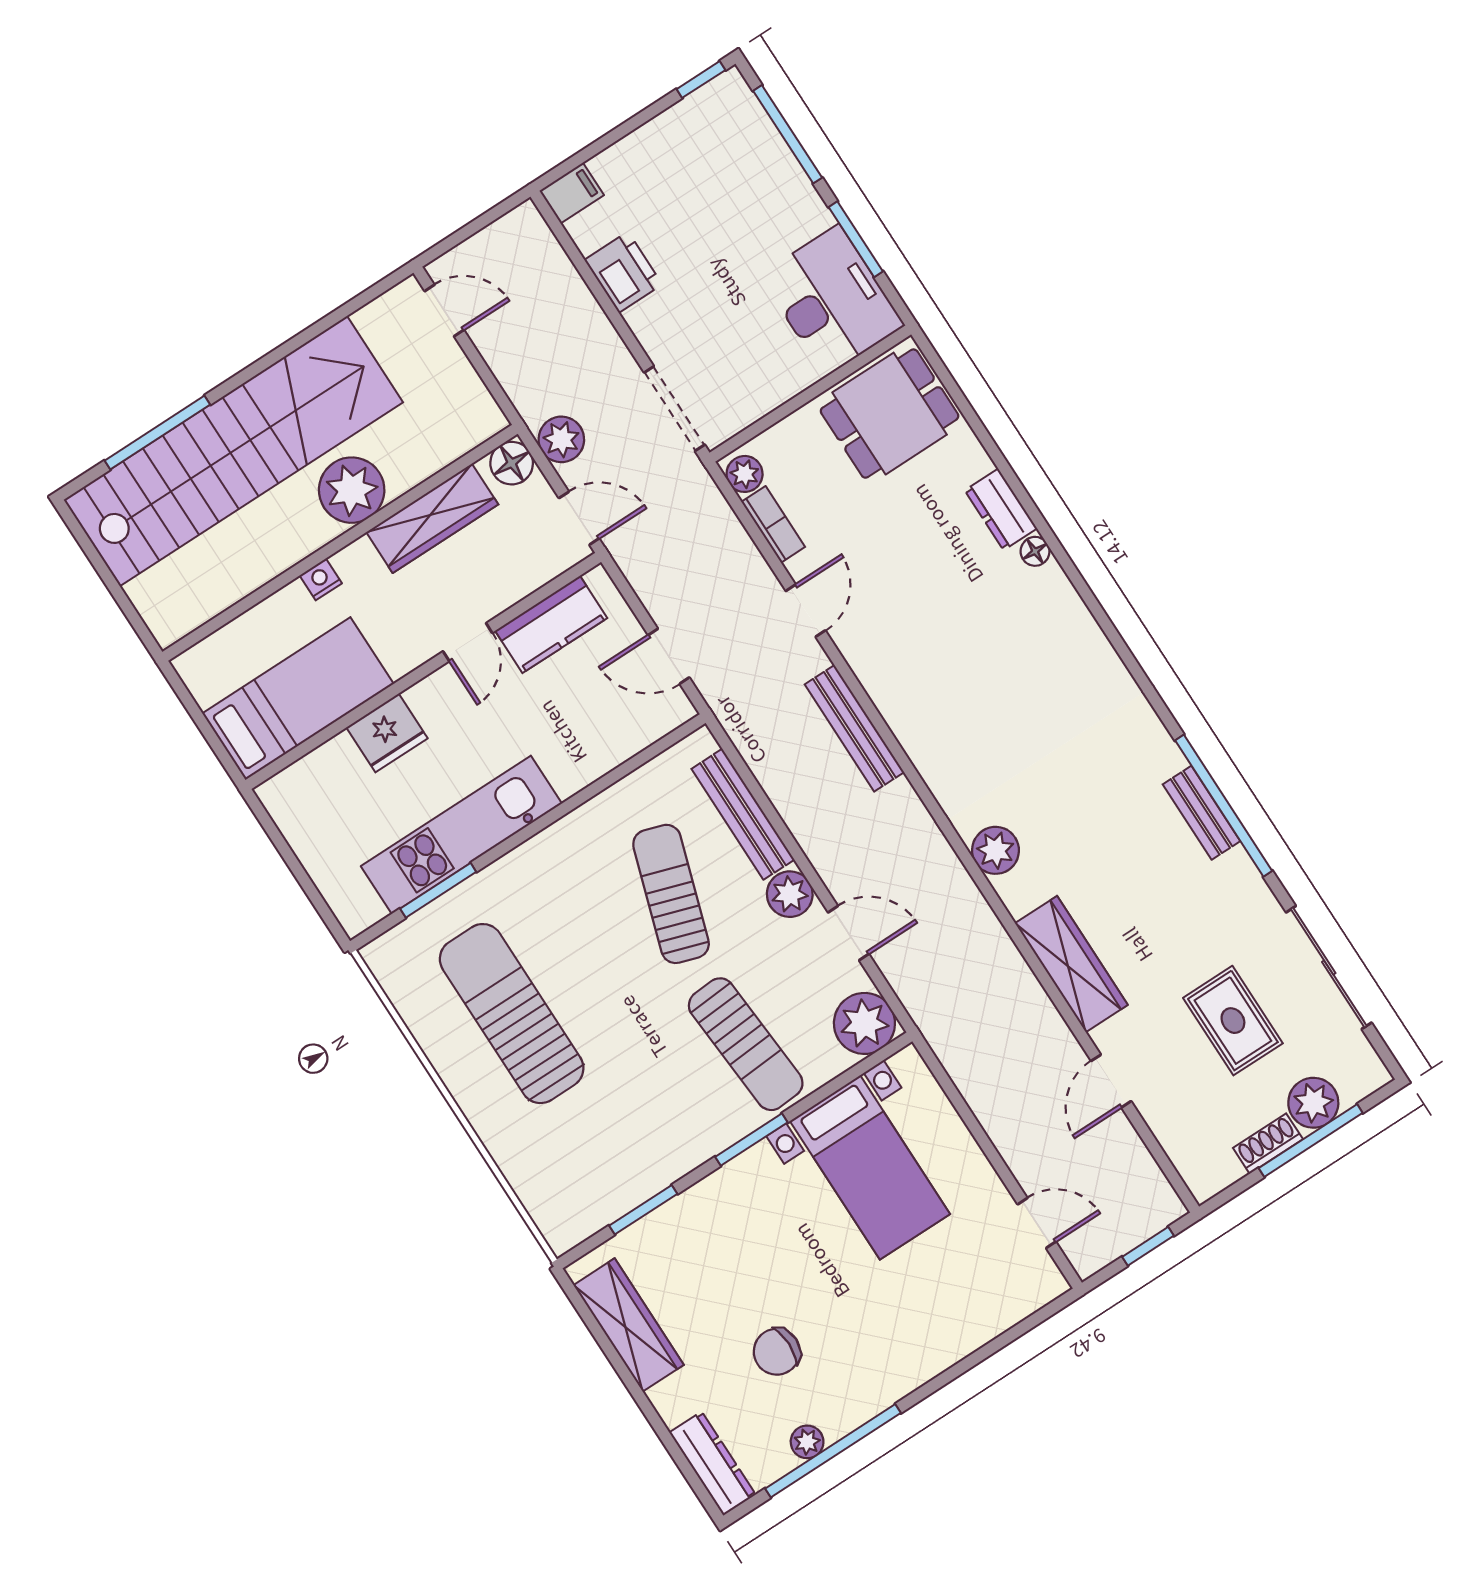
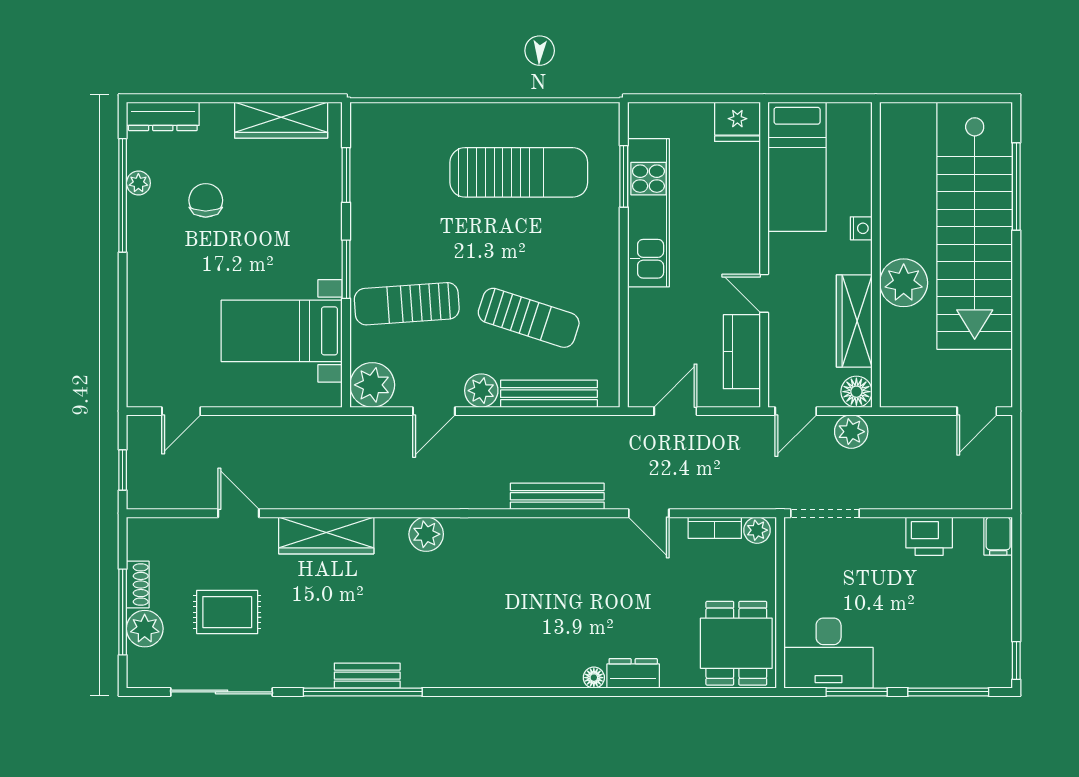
fridge: (387, 733) -> (737, 122), moved, turned -90

